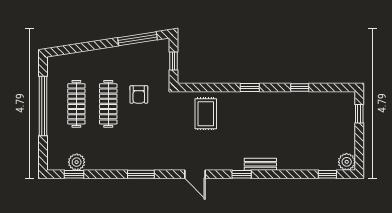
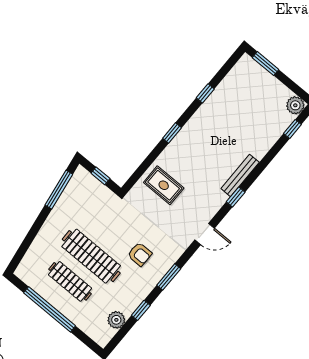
armchair: (139, 94) -> (140, 254), moved
clothes rail: (108, 104) -> (91, 256), width x1.37, depth x1.31
window: (359, 114) -> (266, 64), width x1.50
bench: (260, 164) -> (240, 175), width x1.36
window: (74, 174) -> (141, 310), moved

